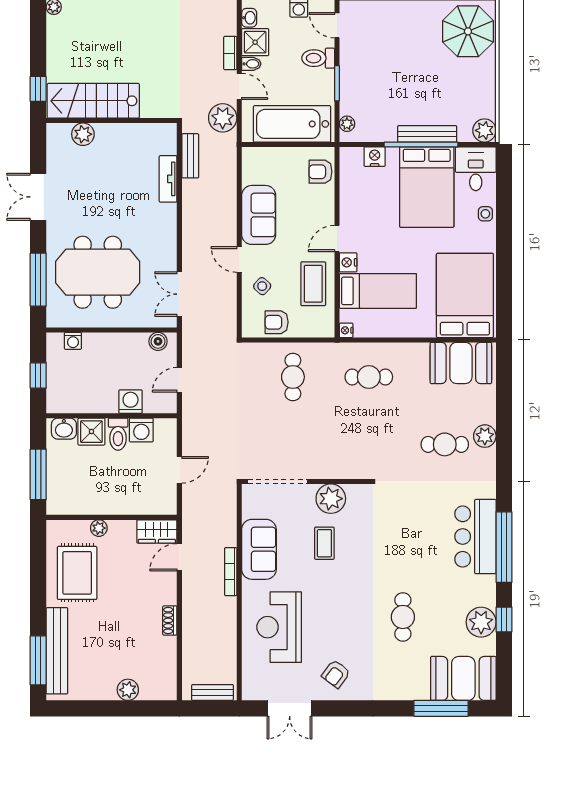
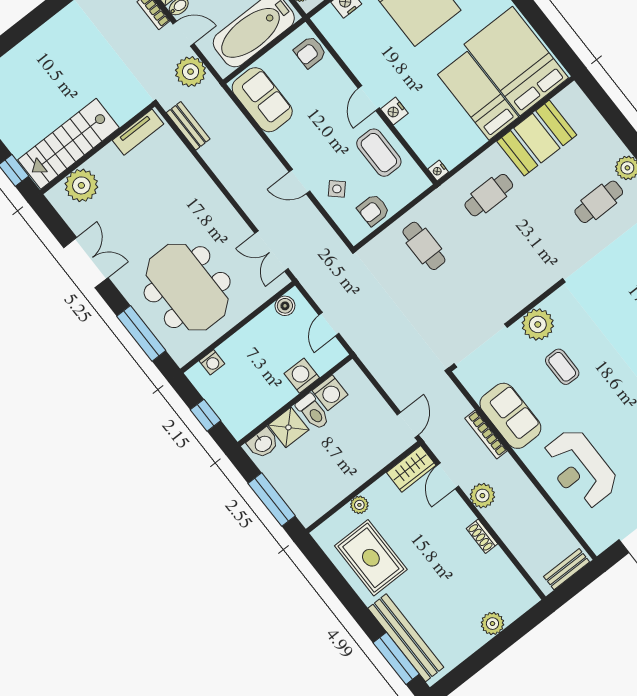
plant: (83, 134) -> (81, 185), width x1.36, depth x1.36
tv unit: (168, 179) -> (138, 132), moved, turned -90
double door: (38, 197) -> (86, 263), swing flipped
sofa: (259, 215) -> (262, 100), moved
meeting table: (98, 272) -> (187, 287), turned 90
bed: (378, 291) -> (478, 96), moved, turned -90
booth: (461, 363) -> (537, 138), moved
door: (179, 470) -> (408, 425), moved
bookcase: (231, 572) -> (486, 434), moved
plant: (193, 591) -> (482, 496), added

